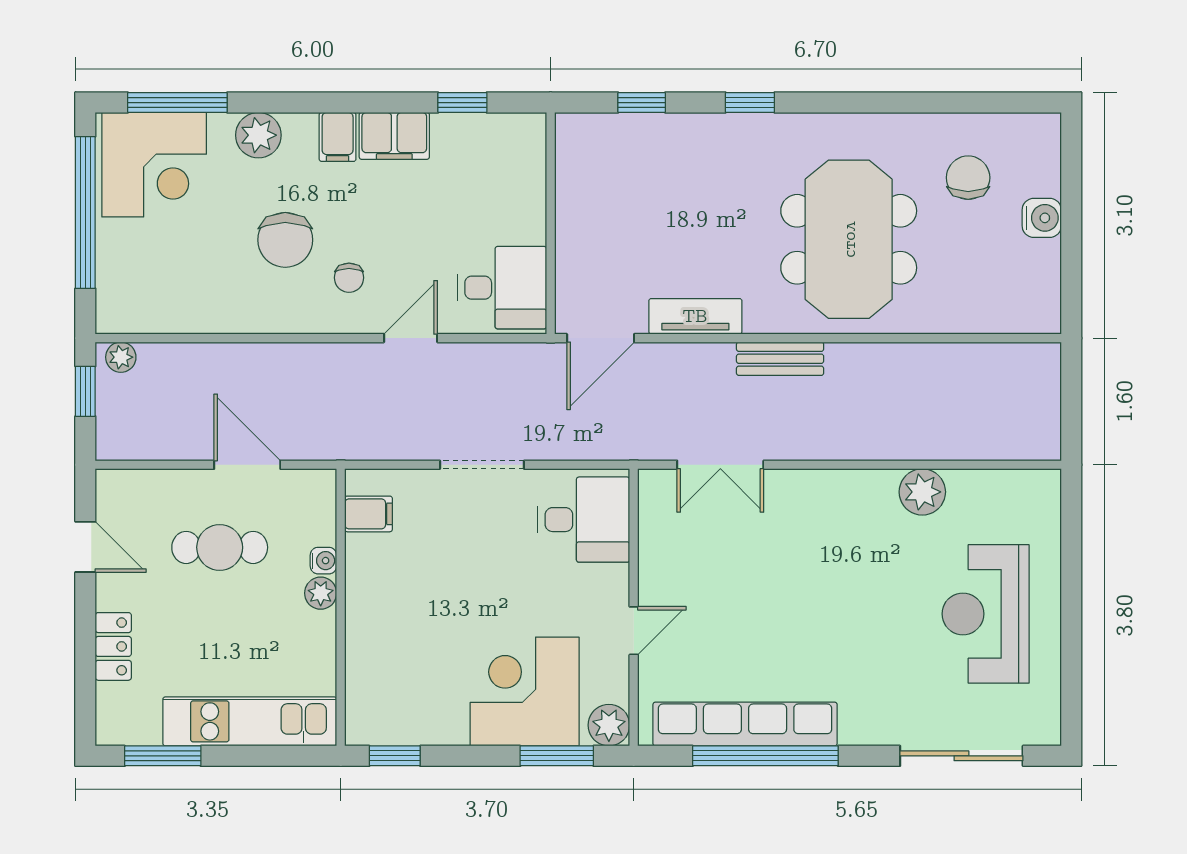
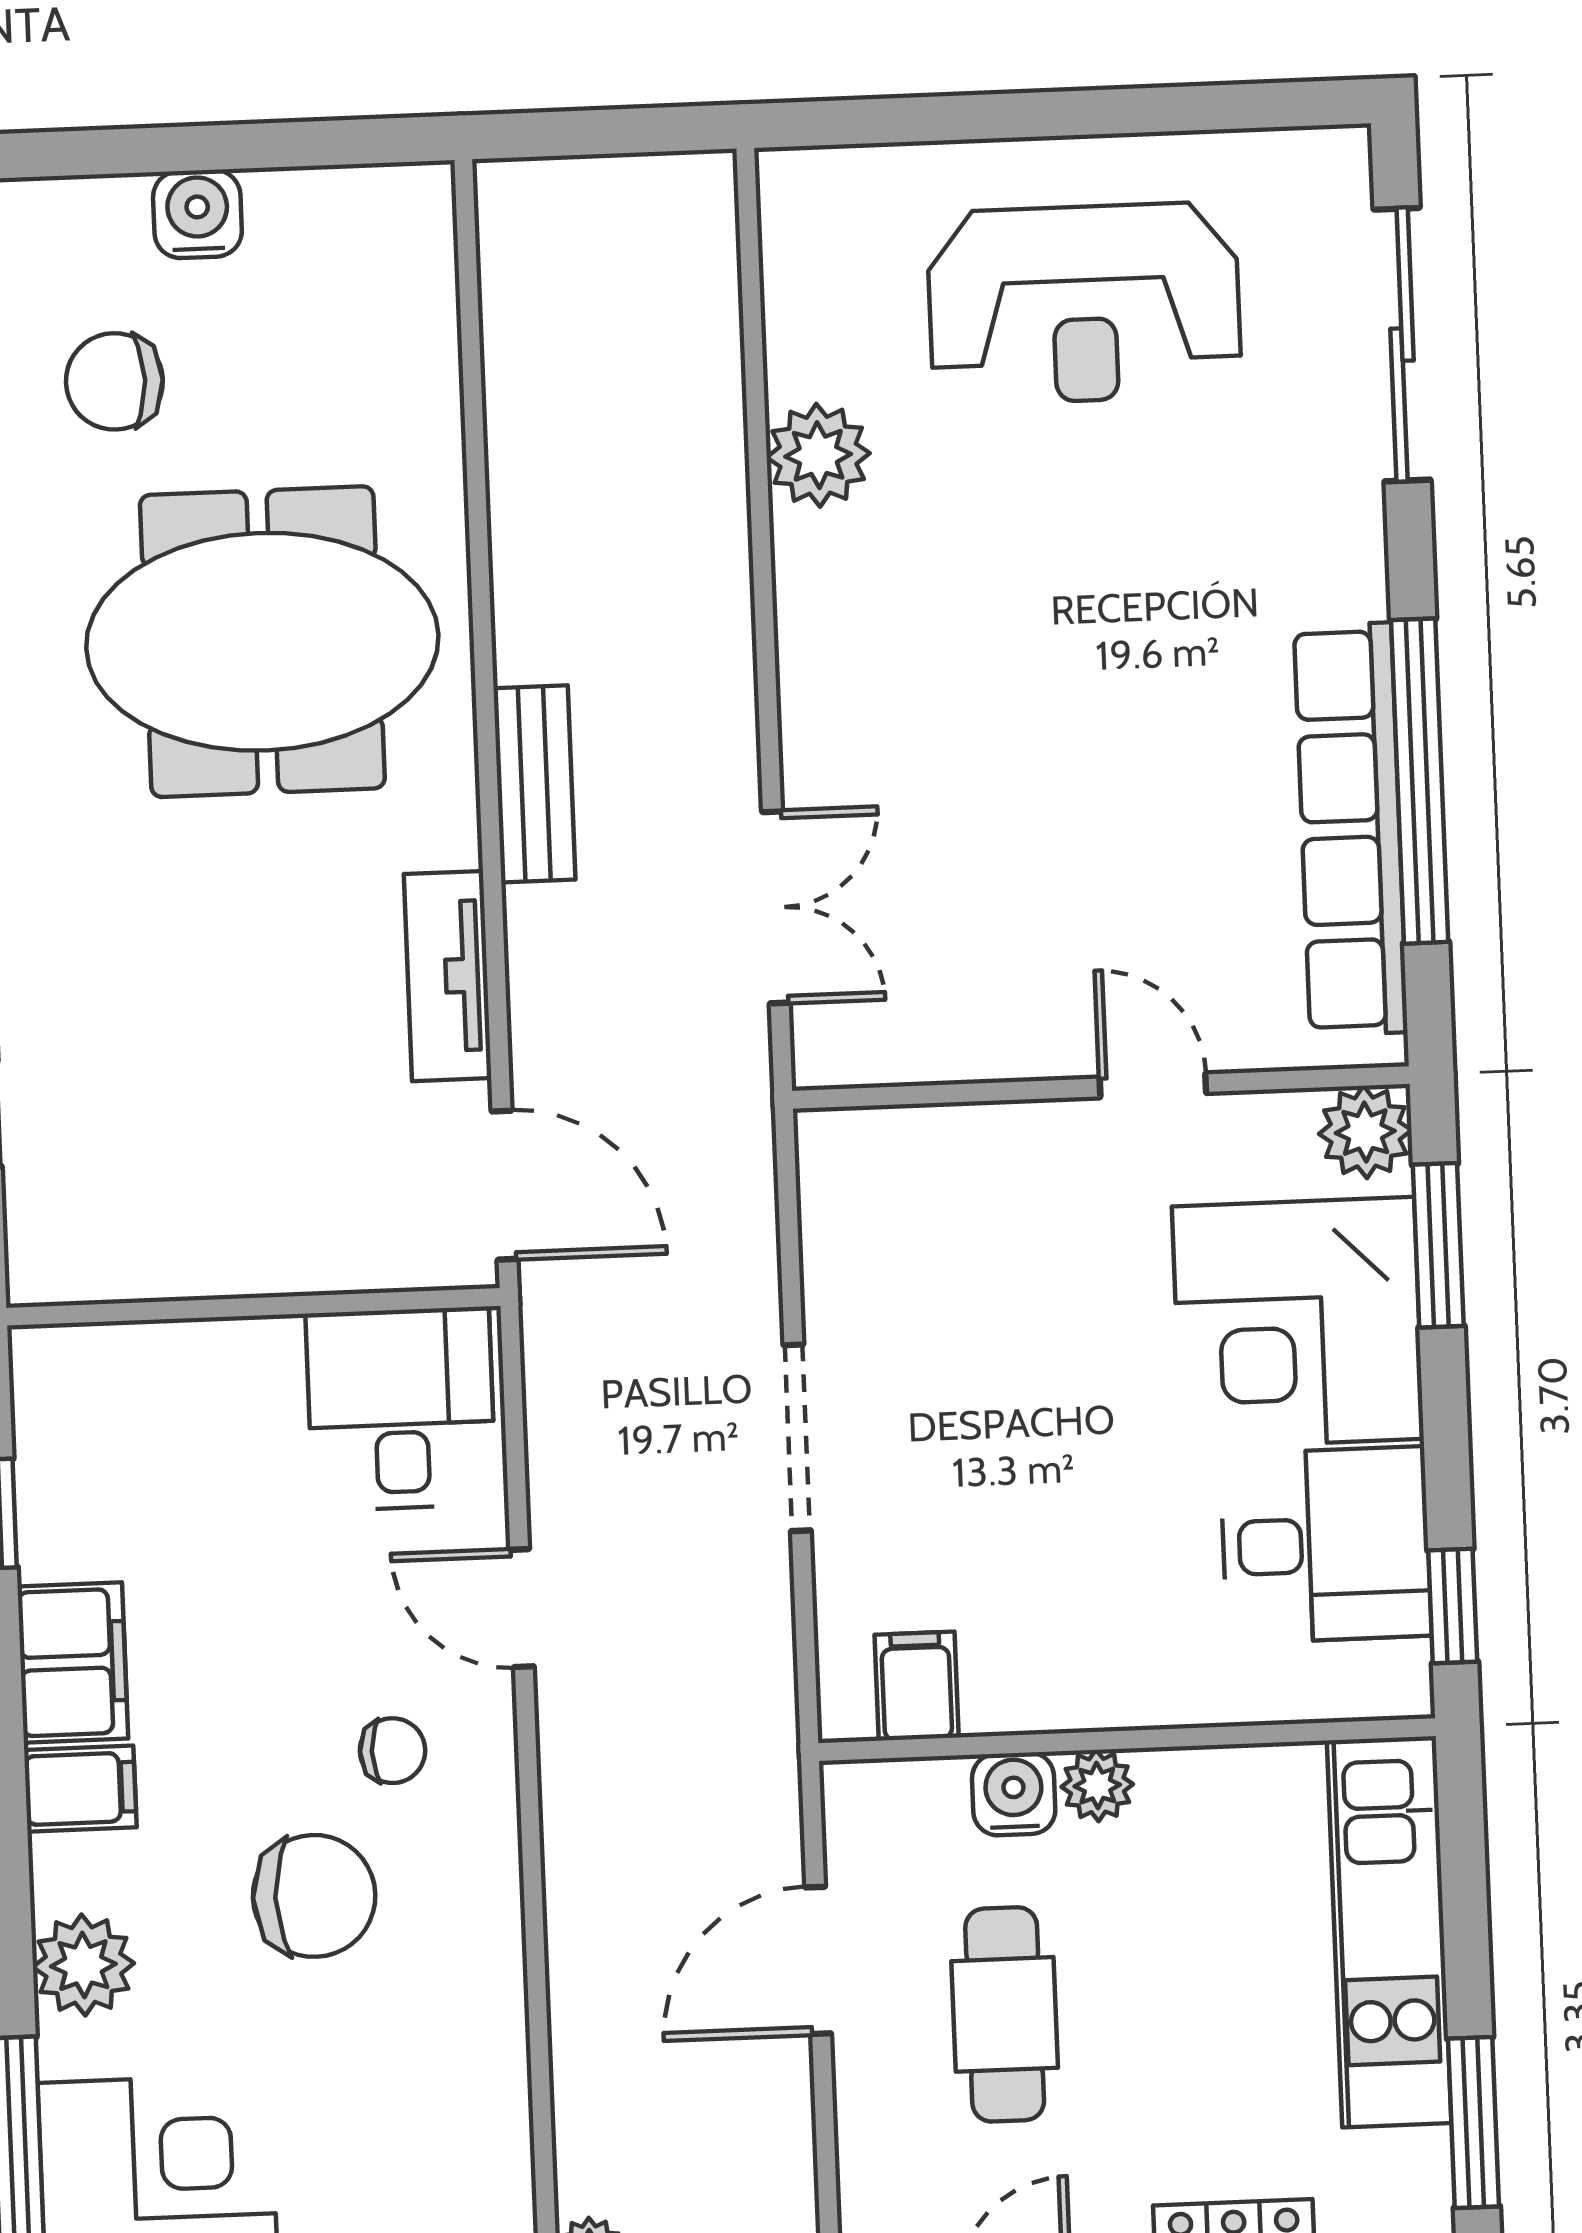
desk: (584, 520) -> (1326, 1545), moved, turned 90
water cooler: (323, 561) -> (1014, 1794), width x1.38, depth x1.38

